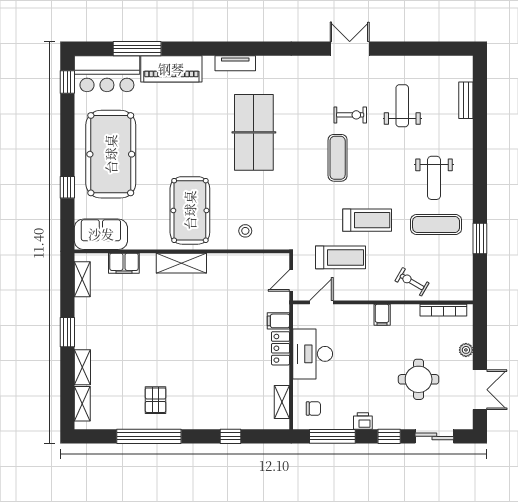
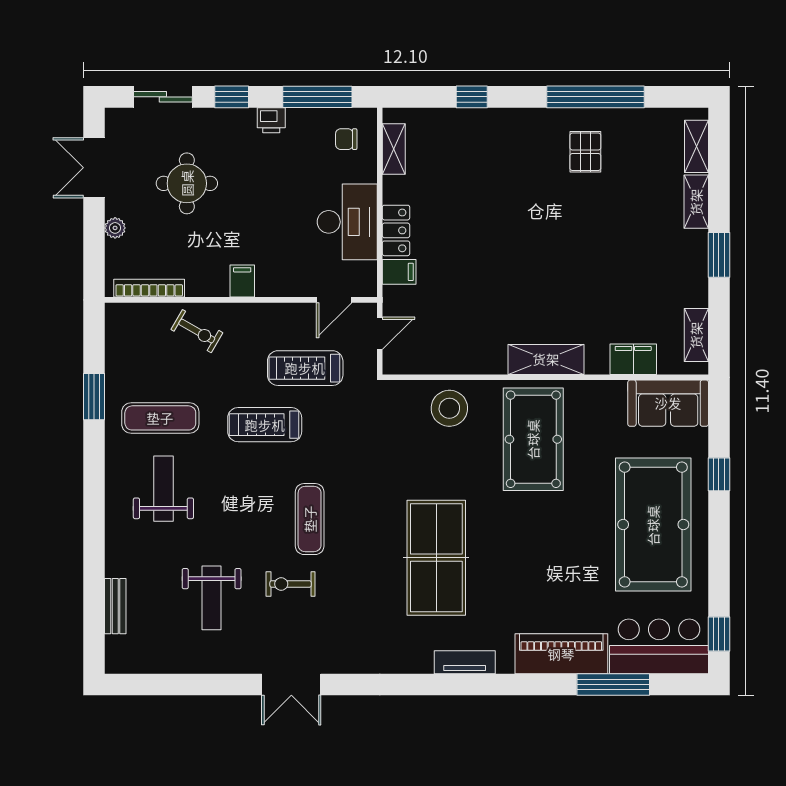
stool: (245, 231) -> (449, 408), width x1.89, depth x1.89

